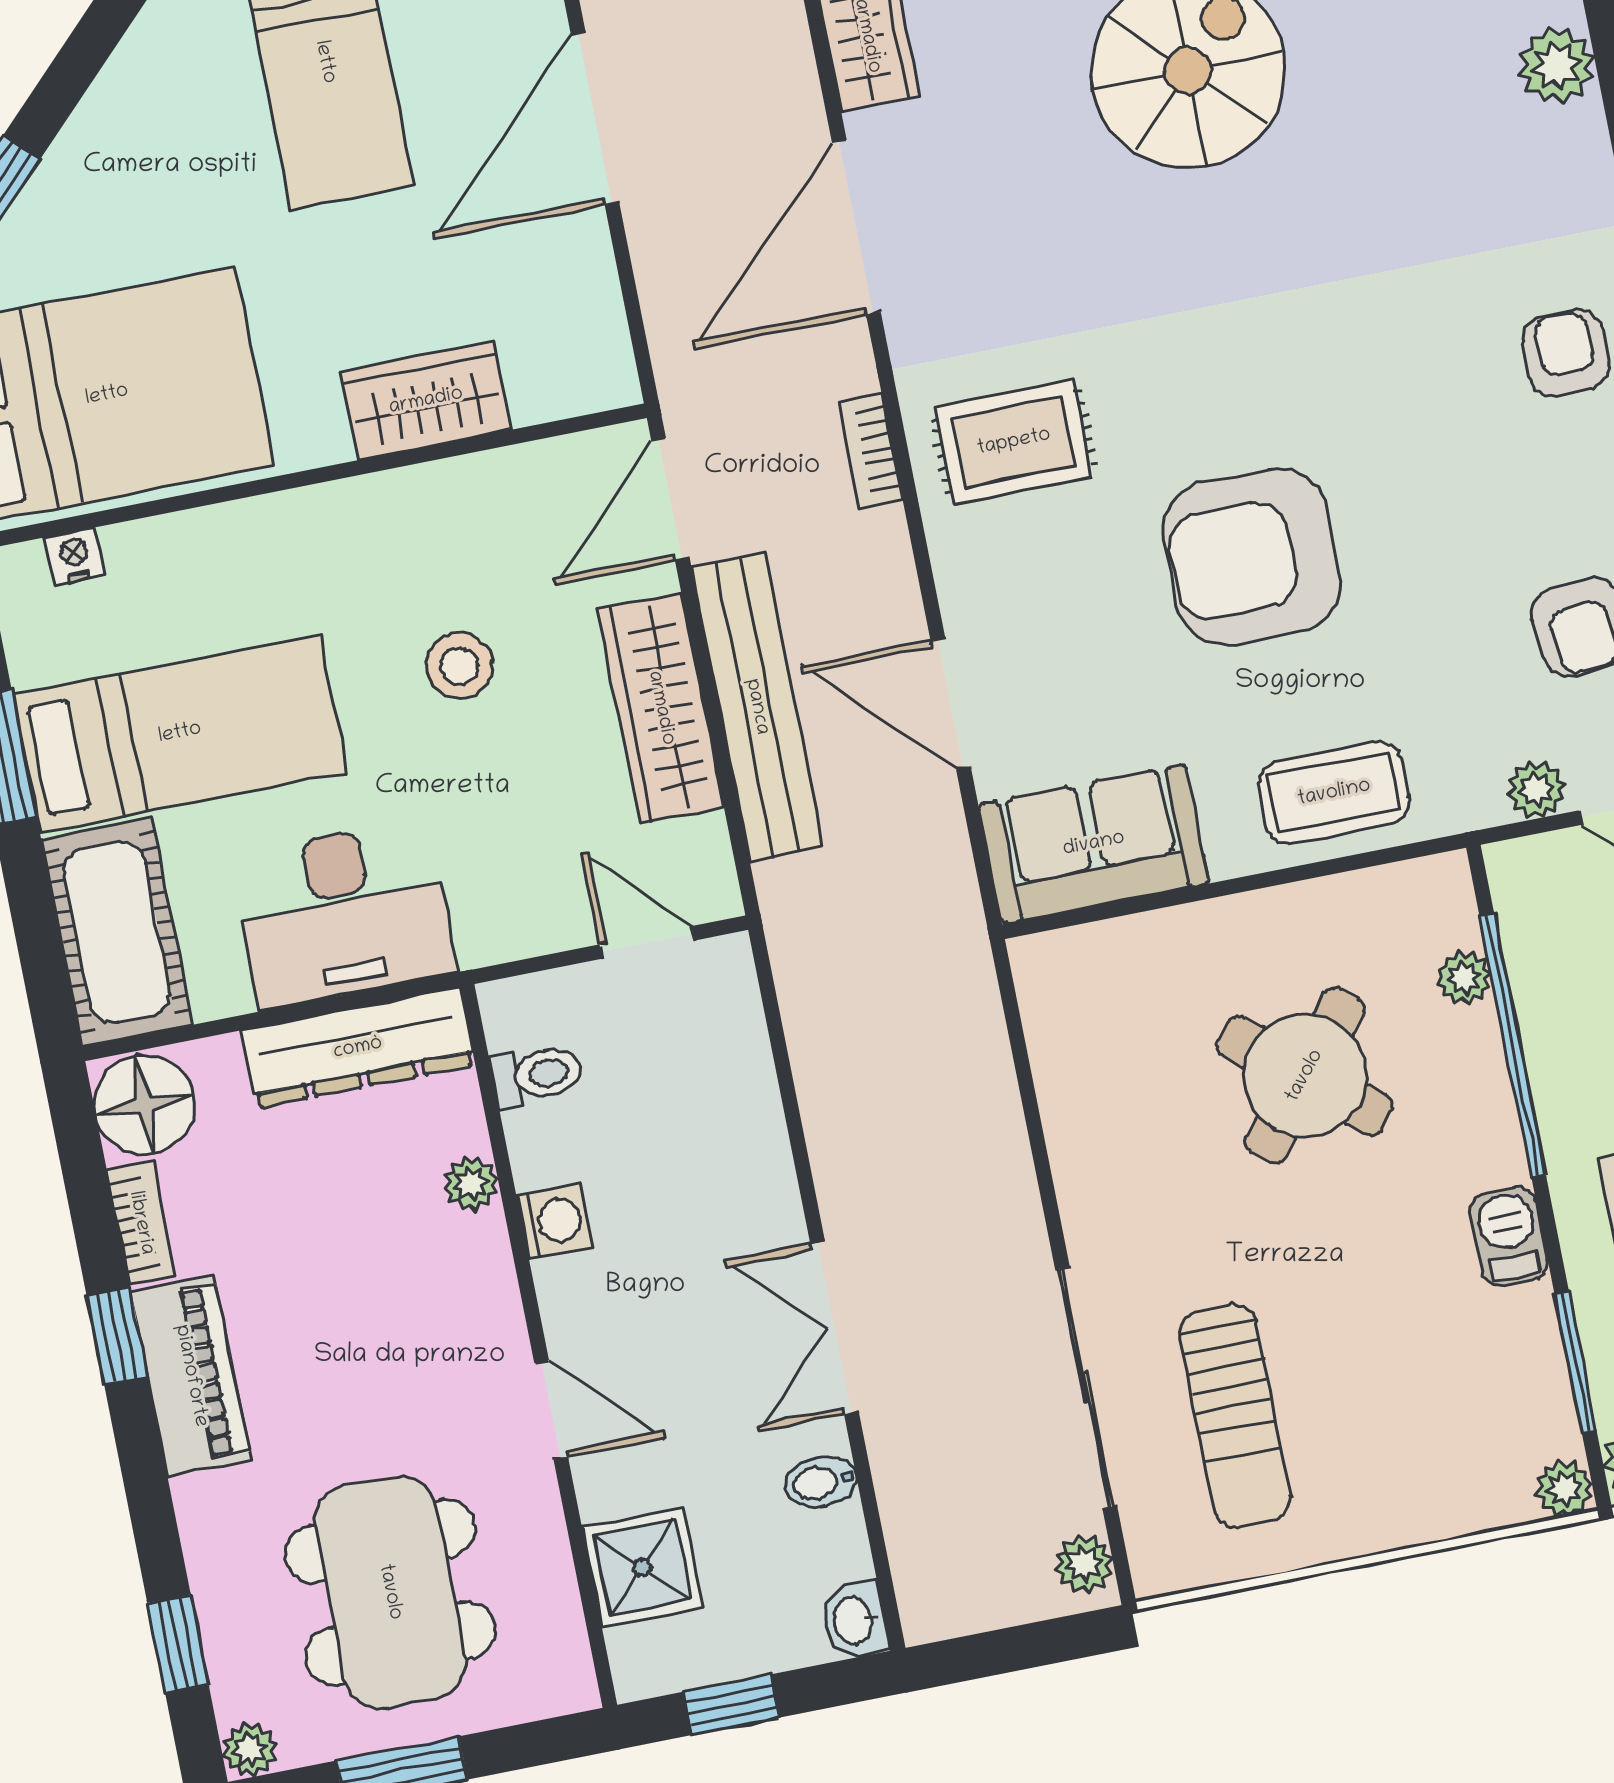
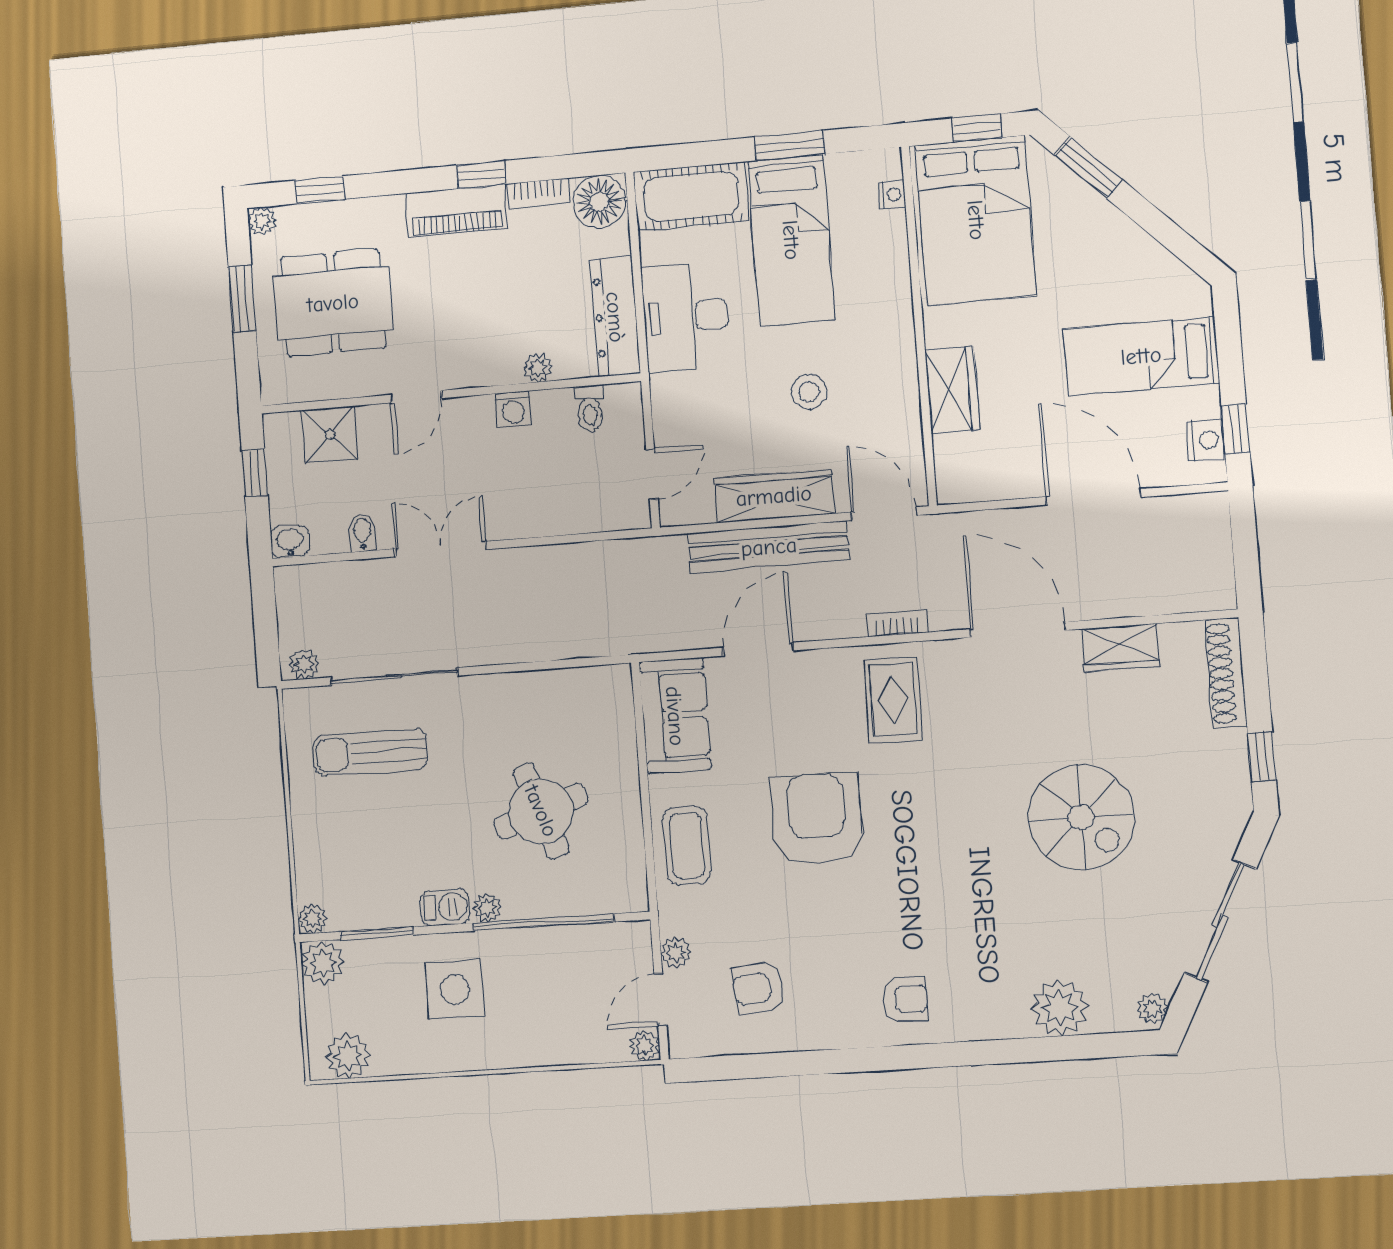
plant: (1556, 65) -> (1060, 1007), width x1.36, depth x1.36
plant: (1464, 978) -> (487, 908), moved
round table: (1305, 1076) -> (541, 811), turned 31

